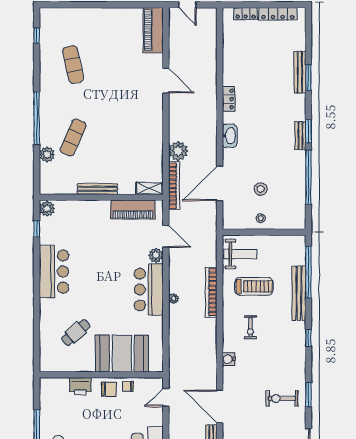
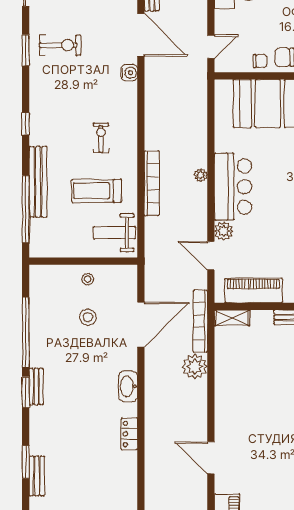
bench: (300, 72) -> (37, 476), width x0.73
water cooler: (229, 359) -> (129, 73), moved

